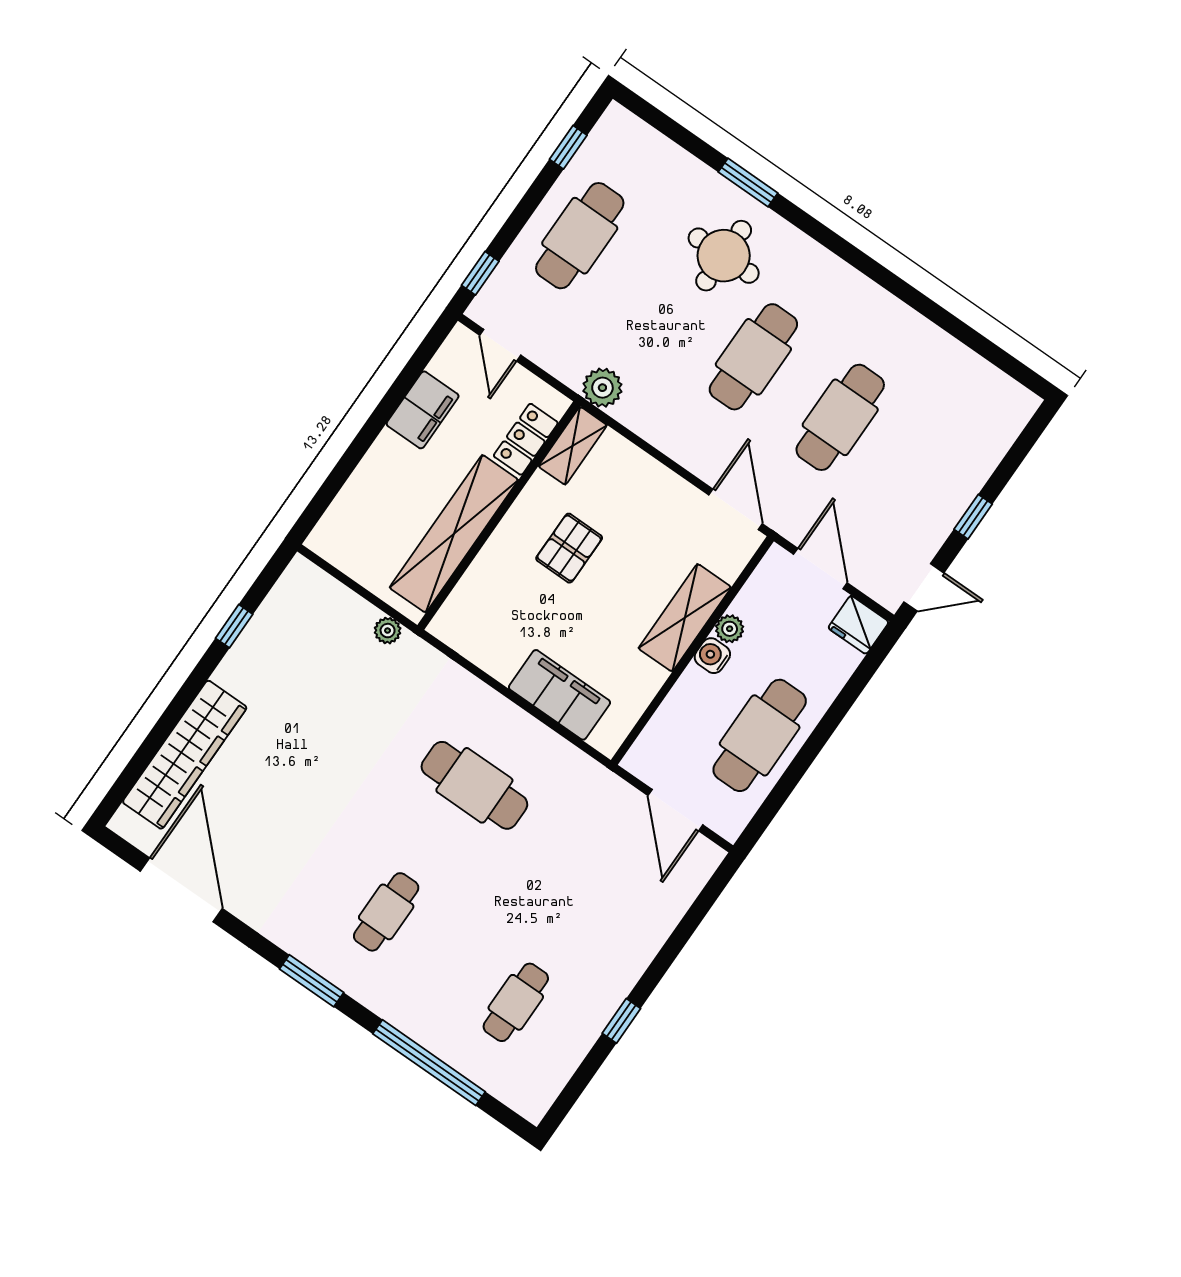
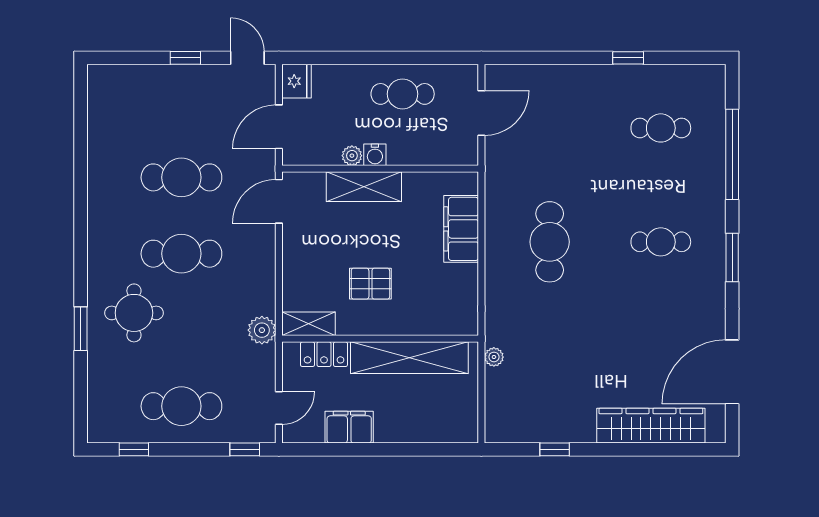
cafe table: (760, 735) -> (403, 94), width x0.73, depth x0.74

